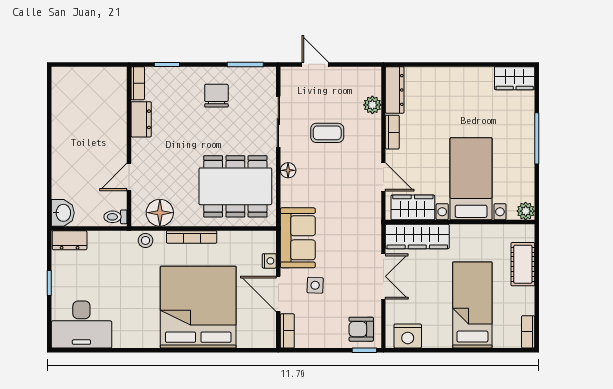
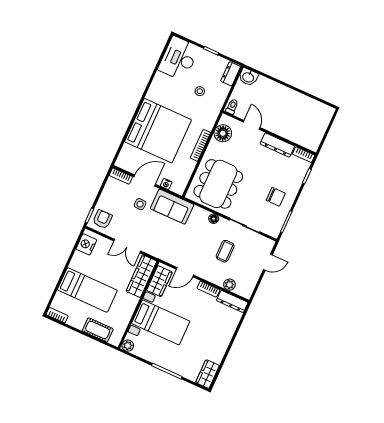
dresser: (141, 119) -> (277, 145), width x1.44
stool: (145, 240) -> (200, 91), moved

